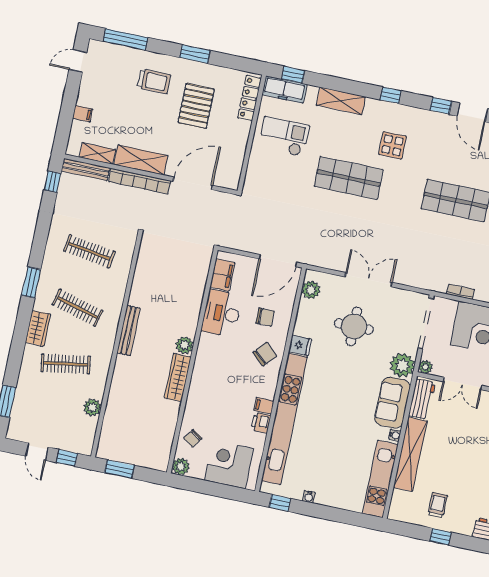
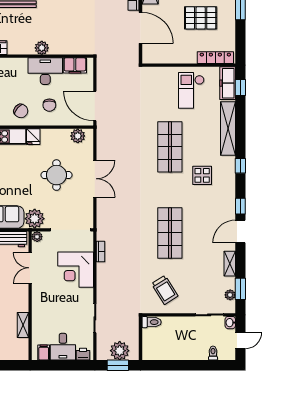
shelving: (341, 101) -> (228, 128), width x1.47
checkout: (284, 137) -> (191, 90), turned 180
plant: (185, 345) -> (42, 48), moved

